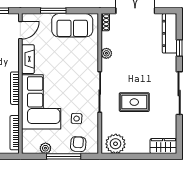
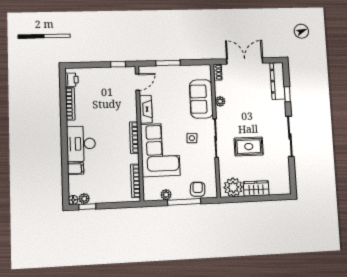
sofa: (72, 25) -> (201, 99), moved, turned 90
side table: (77, 119) -> (192, 138), moved
wardrobe: (163, 146) -> (256, 188), moved

